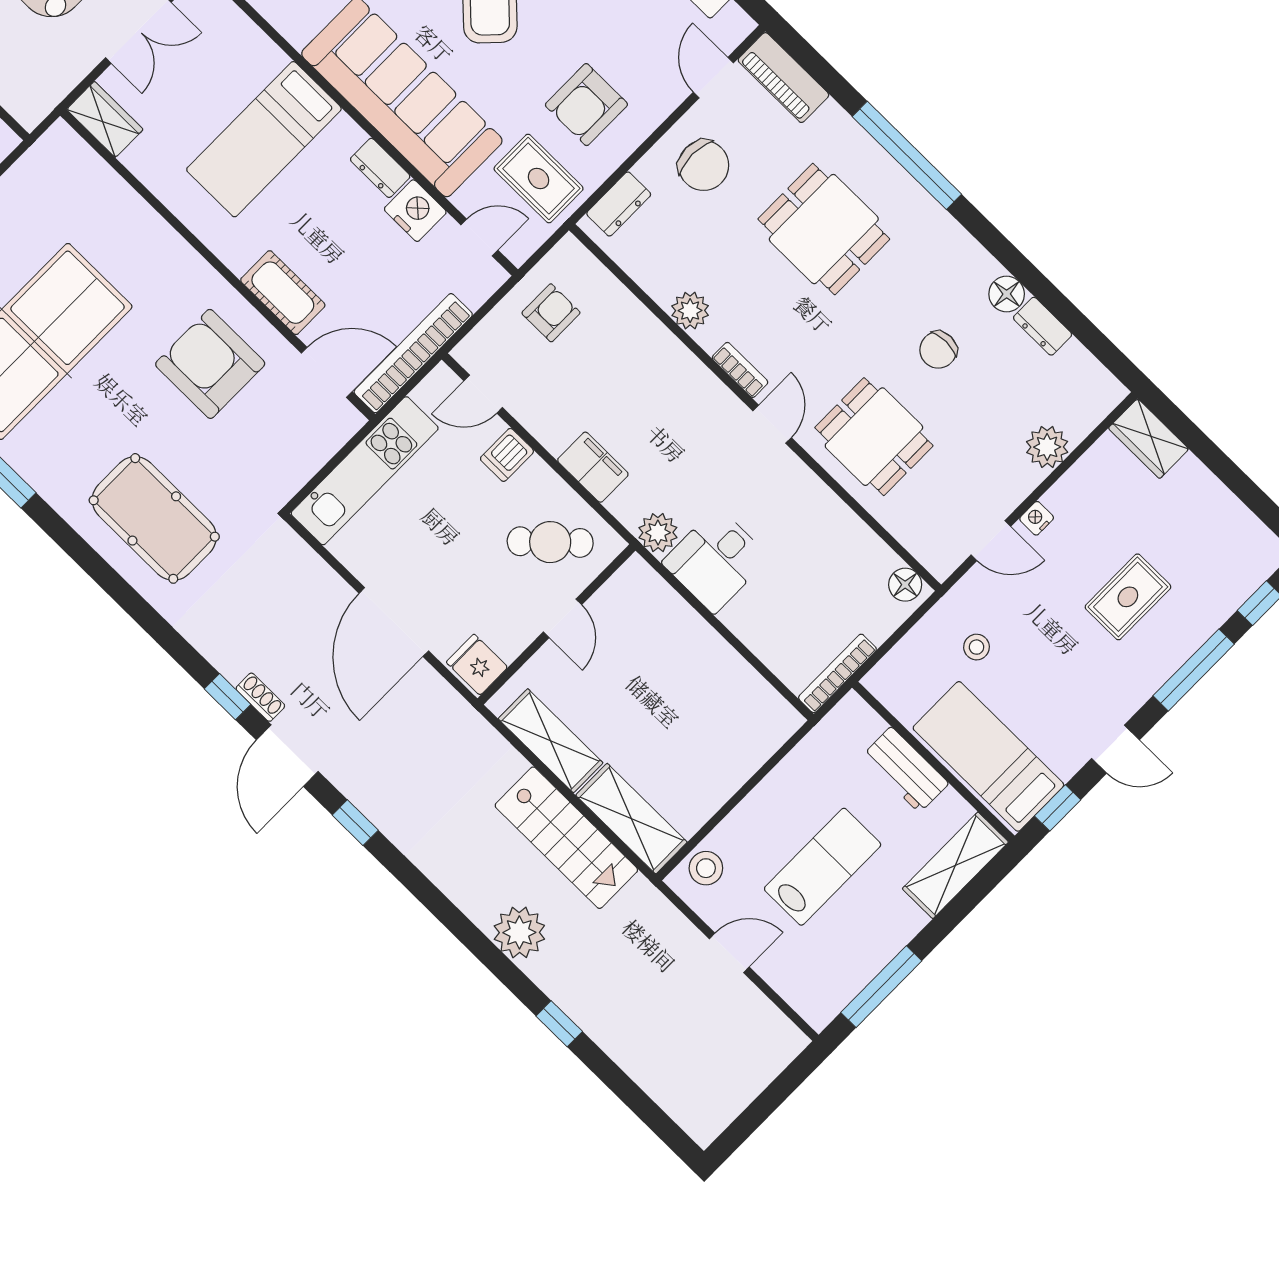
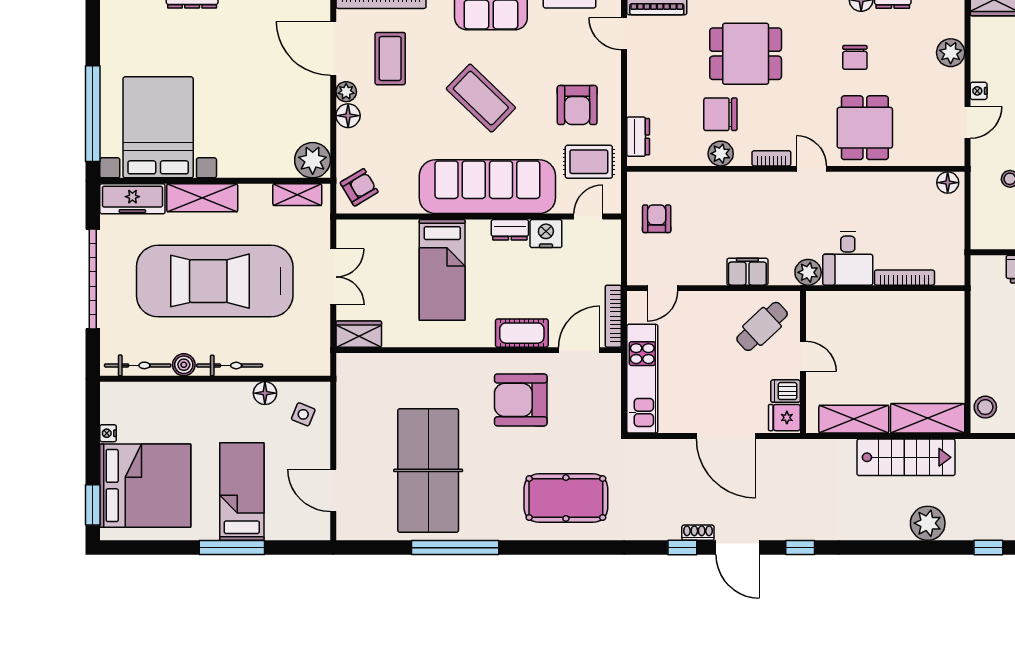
chair: (704, 165) -> (720, 114), moved, turned 180
bookcase: (413, 353) -> (613, 316), width x0.68, depth x0.76
dining table: (874, 437) -> (865, 128), turned 90
dishwasher: (507, 455) -> (785, 391), moved, turned 90
bookcase: (837, 673) -> (904, 278), moved, turned 90

